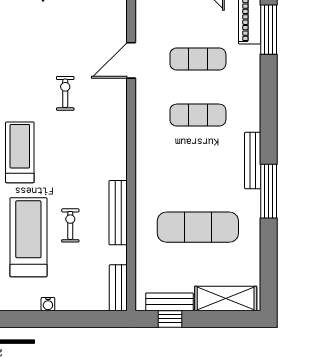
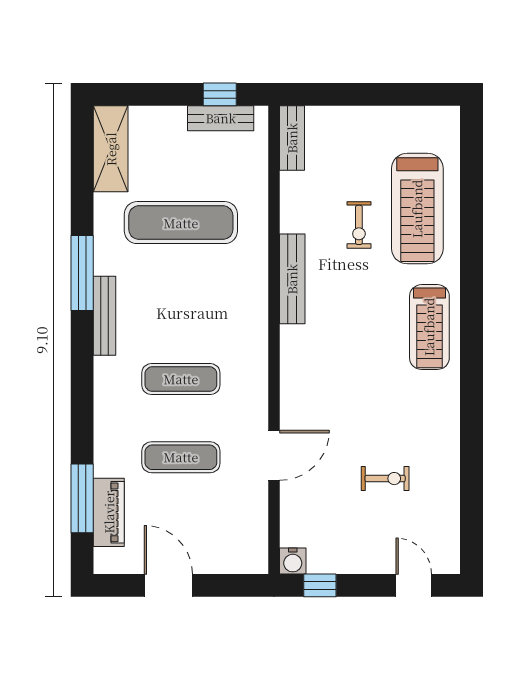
exercise bike: (65, 93) -> (385, 479), moved, turned -90
bench: (118, 213) -> (292, 279), moved
shelving: (226, 298) -> (111, 149), moved, turned 90
water cooler: (48, 304) -> (390, 115), removed

